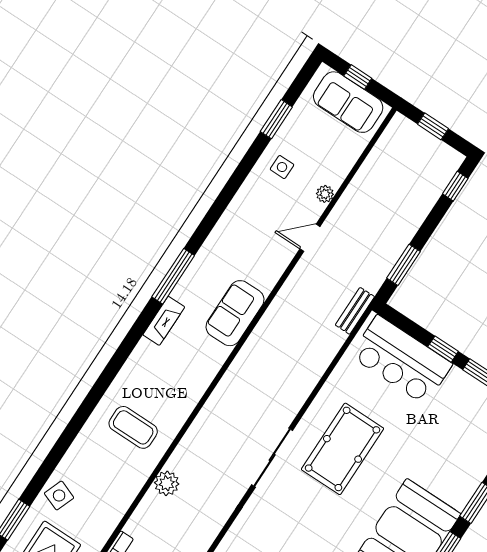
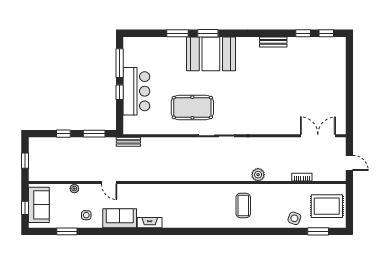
window: (455, 186) -> (63, 134), moved
plant: (325, 194) -> (74, 189), moved
window: (173, 276) -> (165, 231), removed
sofa: (235, 313) -> (120, 218), moved, turned 180
fireplace: (164, 321) -> (150, 223), moved
bar counter: (401, 360) -> (136, 91), moved

